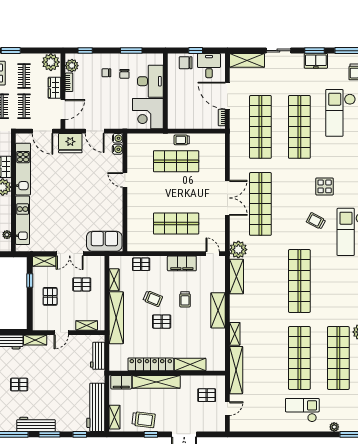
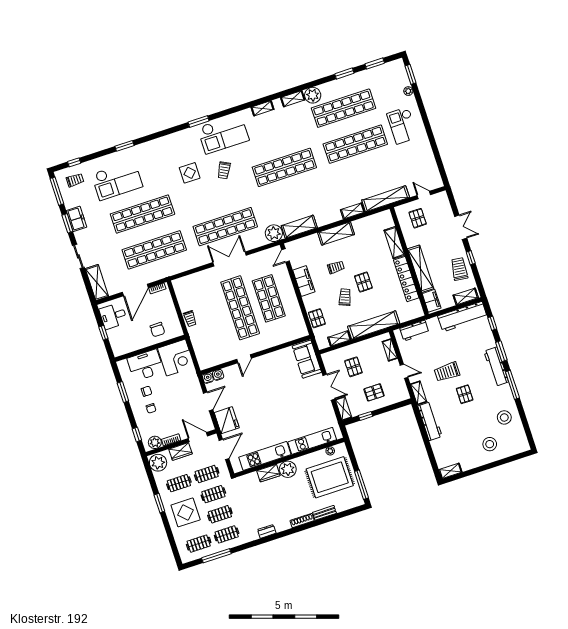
chair: (186, 63) -> (157, 330), moved
shop shelf: (176, 161) -> (240, 308), moved, width x1.40
trolley: (47, 375) -> (447, 372), added

